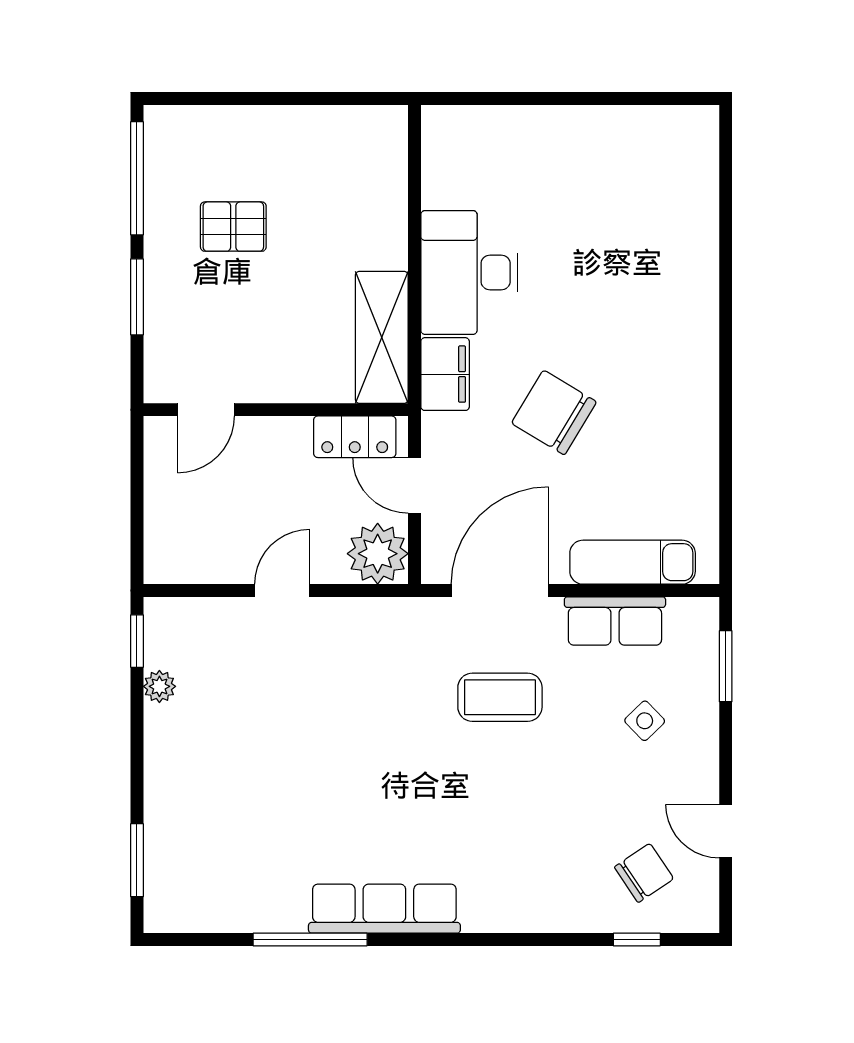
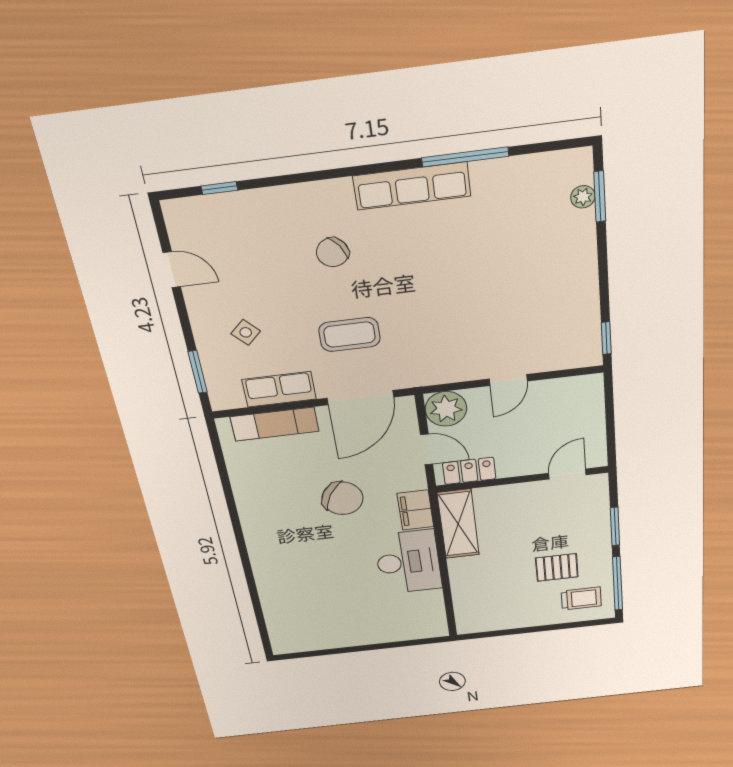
trolley: (198, 155) -> (581, 599), added
plant: (159, 686) -> (583, 197), moved
chair: (644, 873) -> (333, 252), moved

